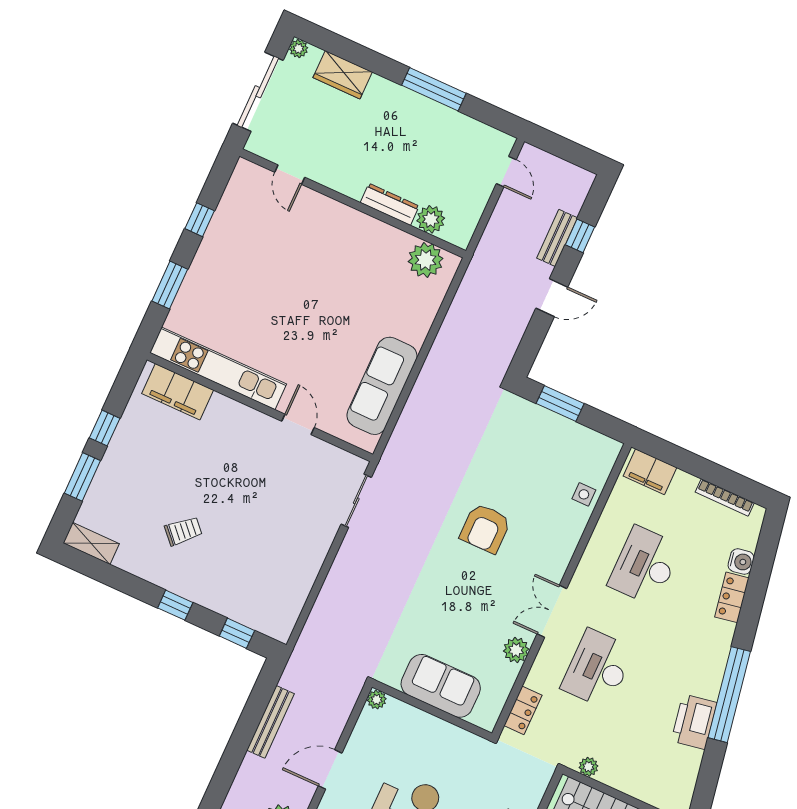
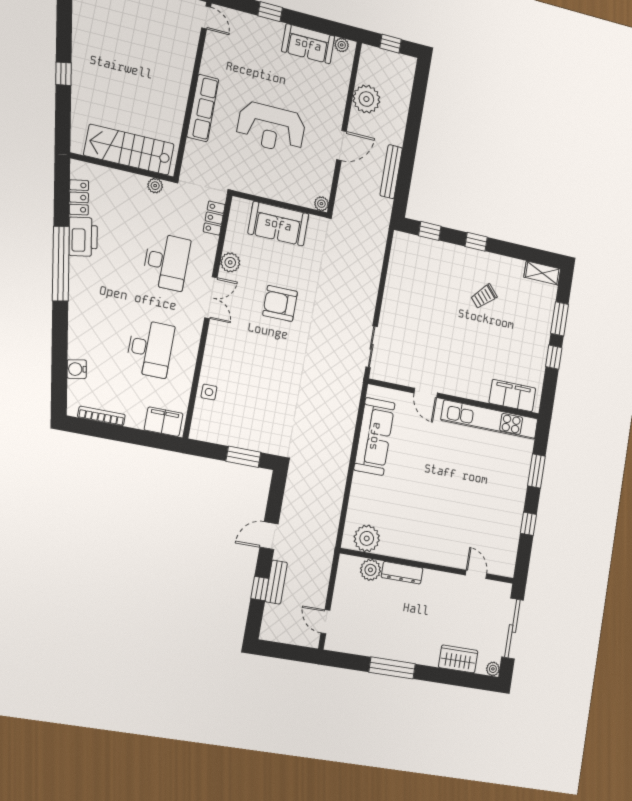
armchair: (485, 528) -> (280, 303), moved, turned -90
locker: (732, 597) -> (79, 197), moved

